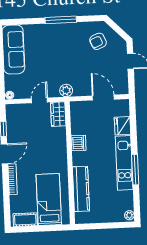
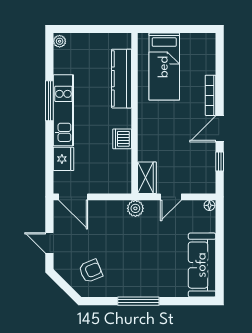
door: (103, 98) -> (73, 197), moved
cot: (25, 220) -> (196, 41), removed

